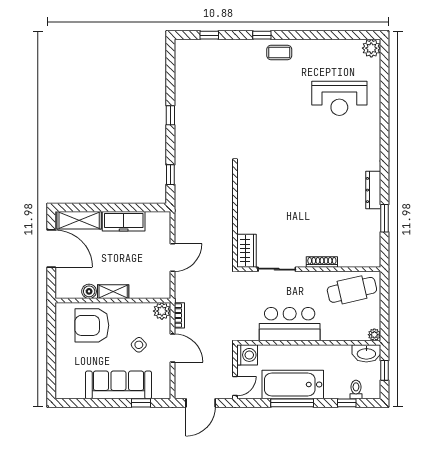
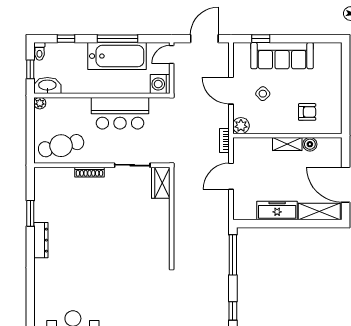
window: (170, 175) -> (233, 255), width x2.17
bookcase: (179, 315) -> (224, 141), moved
armchair: (92, 325) -> (307, 112), width x0.53, depth x0.53
toilet: (356, 390) -> (39, 51), moved

